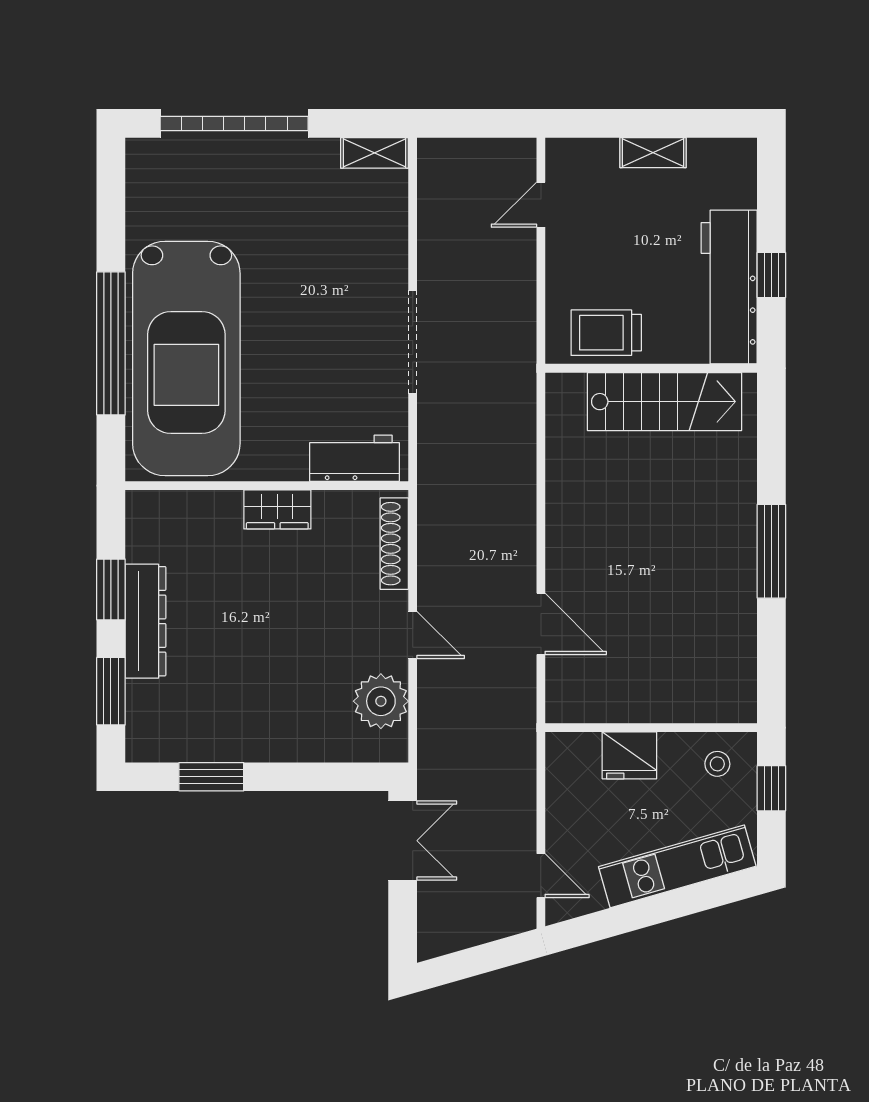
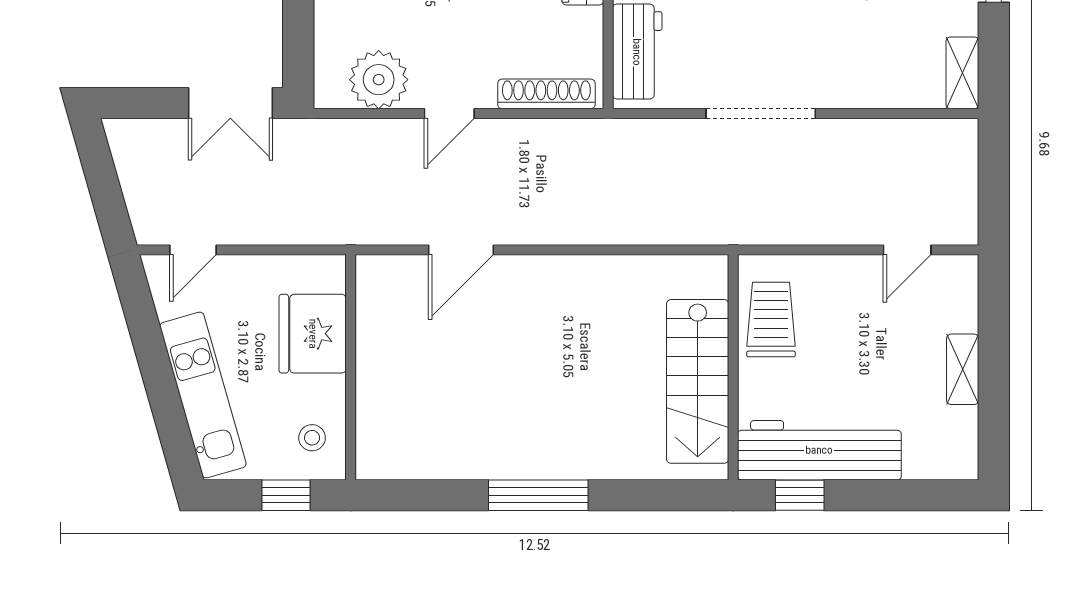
door: (541, 205) -> (907, 250), swing flipped
window: (771, 275) -> (800, 495), moved
fridge: (629, 755) -> (313, 334), width x1.36, depth x1.34

